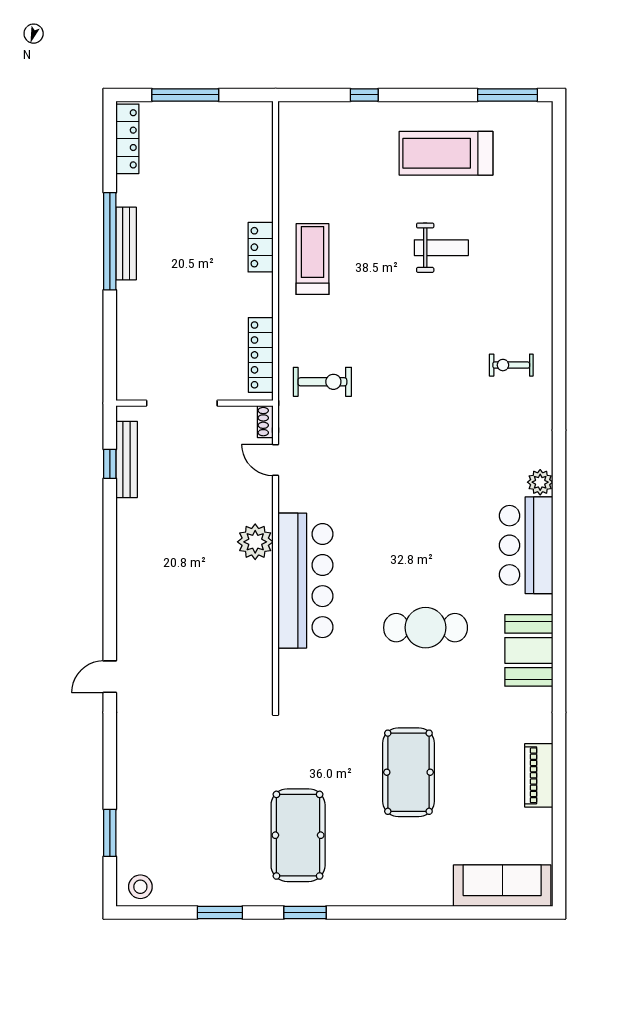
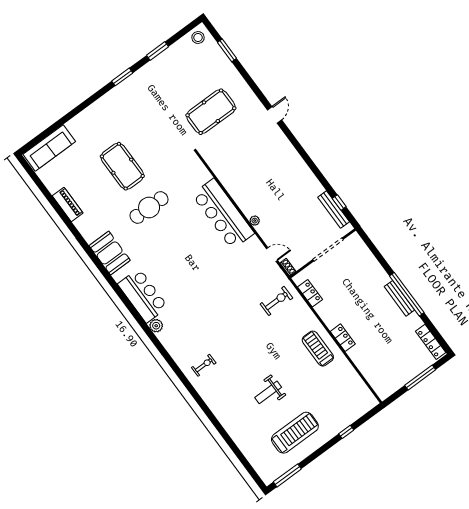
treadmill: (313, 259) -> (318, 349), turned 180
locker: (261, 355) -> (310, 293), width x0.66
exercise bike: (322, 382) -> (276, 301), turned 180
plant: (255, 542) -> (255, 221), width x0.53, depth x0.53
cafe table: (426, 628) -> (149, 207), moved
pool table: (298, 835) -> (211, 112), moved, turned 90

